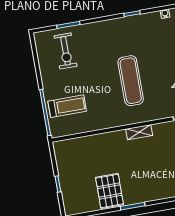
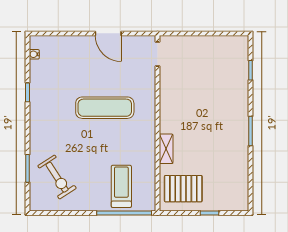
exercise bike: (65, 51) -> (57, 177), turned 57
shelving: (139, 132) -> (166, 149), moved
pallet: (109, 191) -> (183, 189), moved

